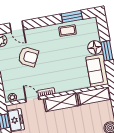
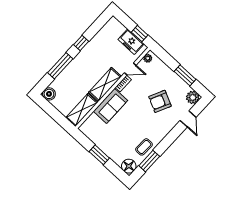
door: (17, 27) -> (188, 119), swing flipped
floor lamp: (95, 47) -> (129, 166), moved
sofa: (97, 71) -> (110, 106), moved, turned 90

